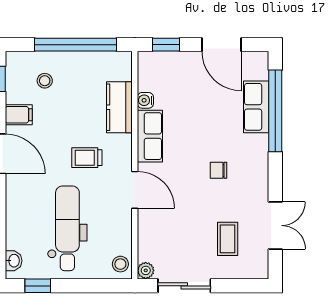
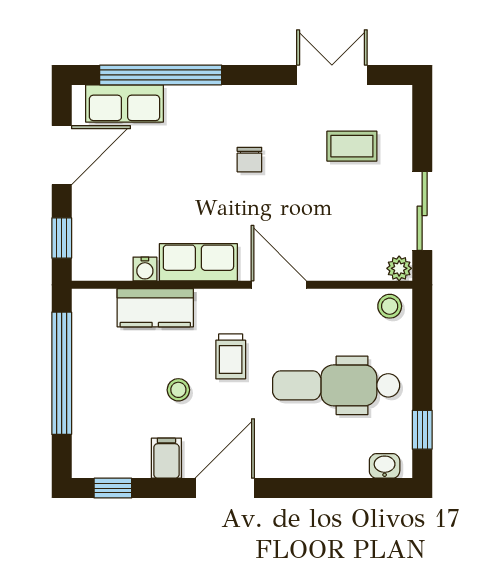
stool: (45, 81) -> (178, 390), moved
row of seats: (256, 107) -> (125, 103), moved
door: (135, 190) -> (279, 285), hinge flipped

